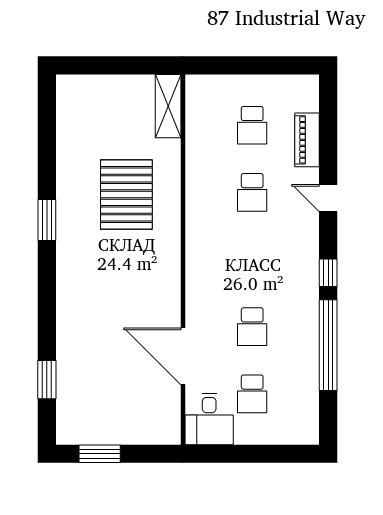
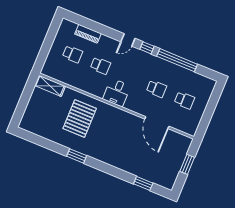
pallet: (126, 194) -> (80, 118), turned 90
door: (328, 198) -> (128, 40), moved
door: (183, 356) -> (157, 123), hinge flipped
desk: (209, 419) -> (117, 92), moved, turned 90
window: (100, 454) -> (187, 164), moved

